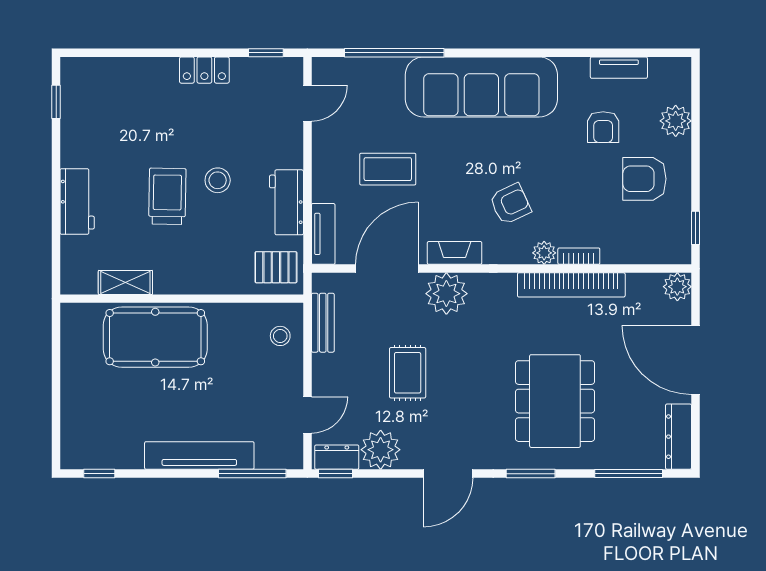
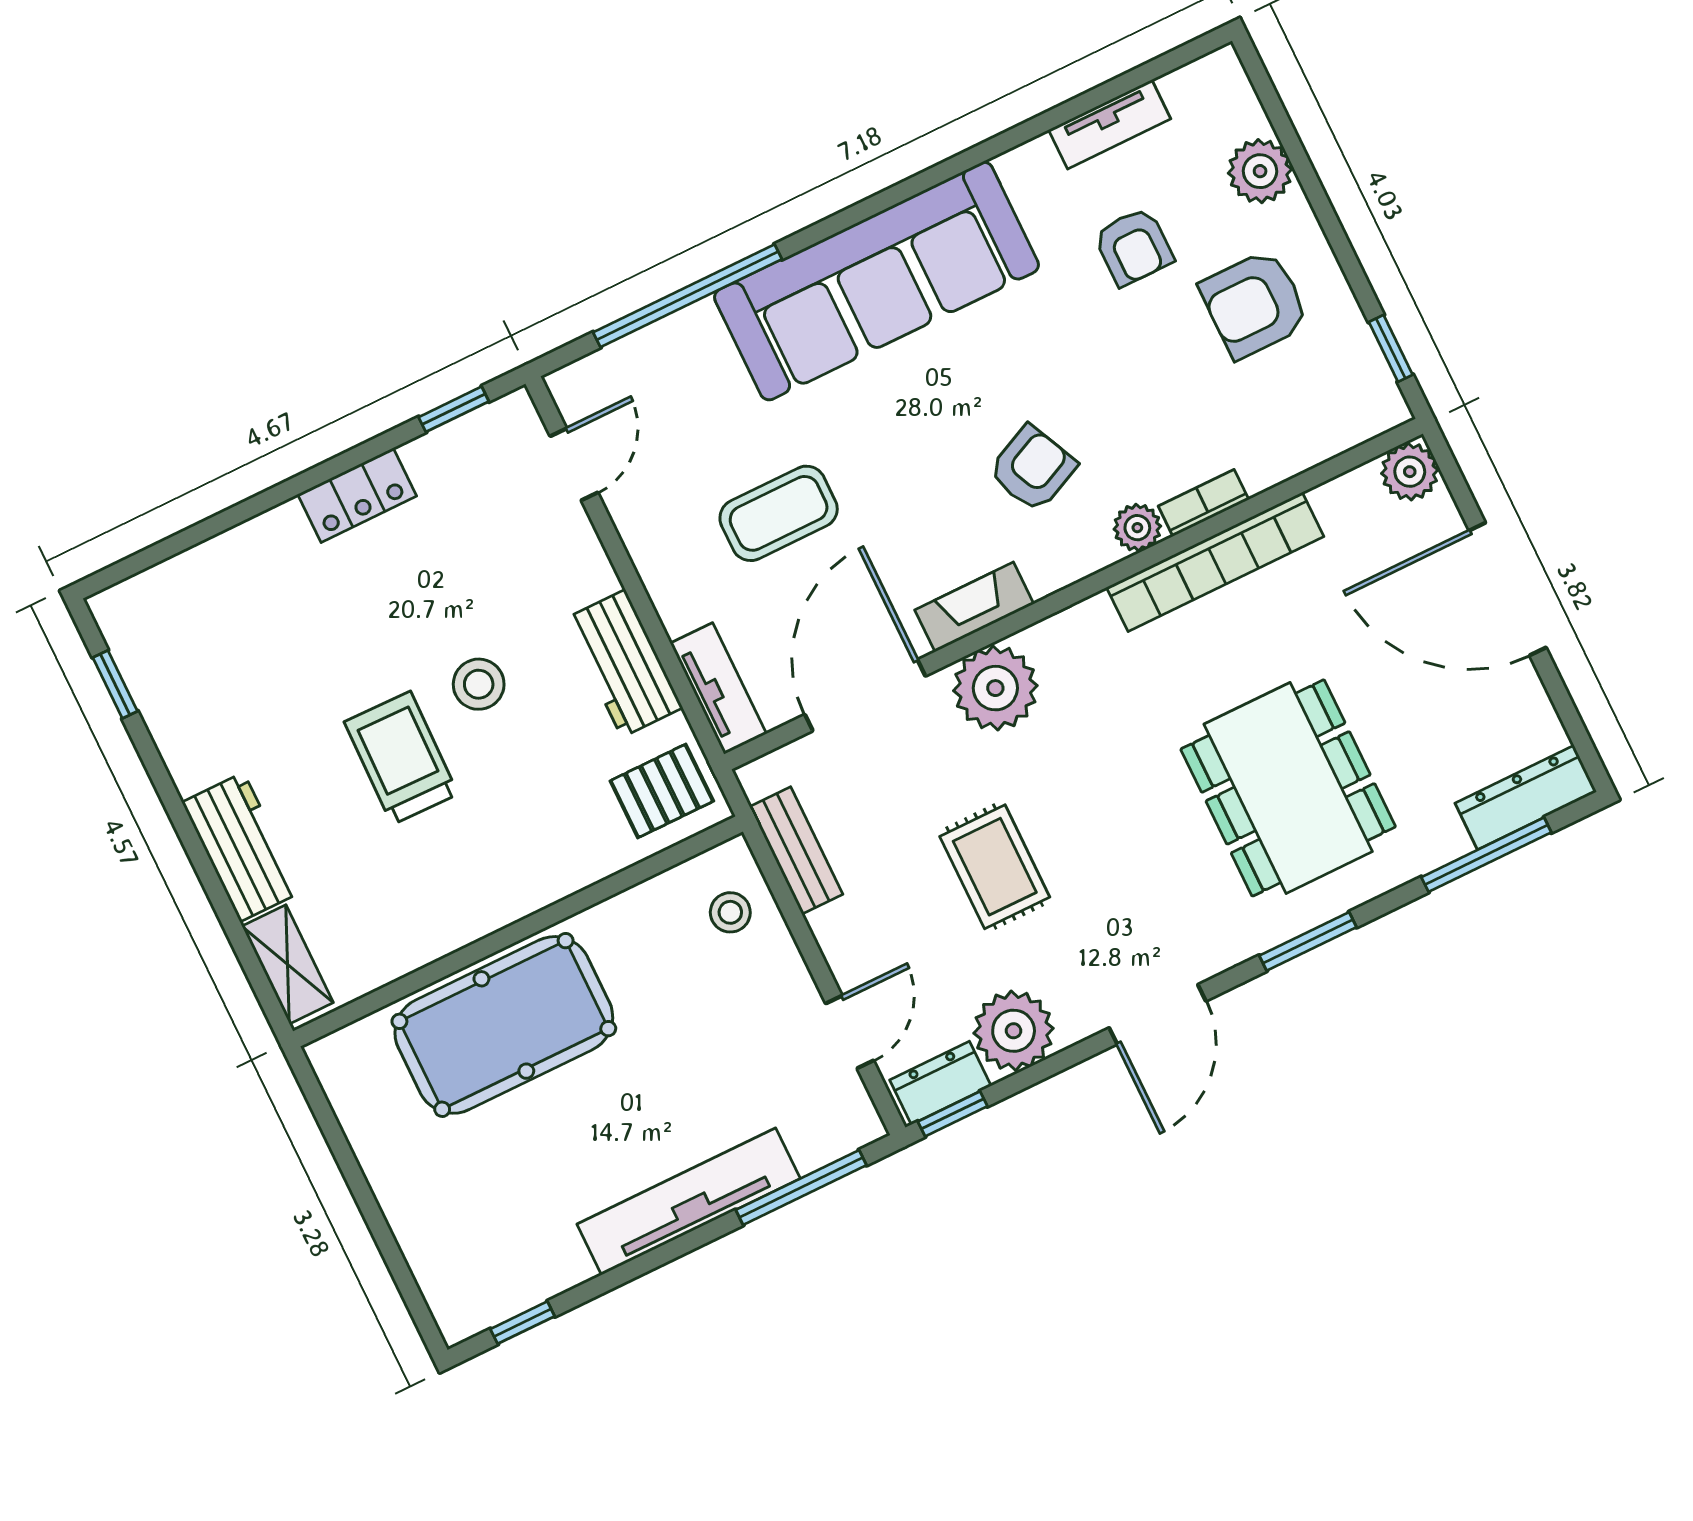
shelving: (125, 282) -> (288, 964), moved, turned 90
dresser: (679, 437) -> (1526, 797), moved, turned 90

